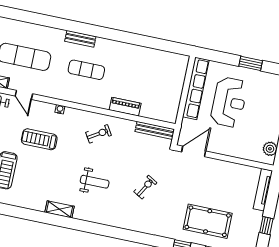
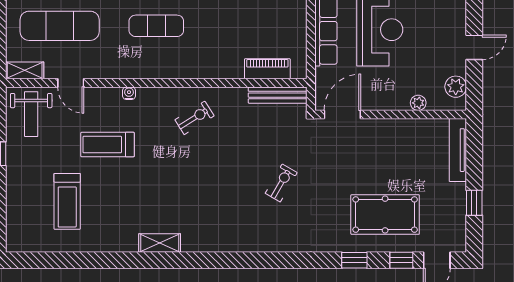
piano: (125, 107) -> (267, 69), moved
plant: (244, 154) -> (418, 103), added
weight bench: (95, 182) -> (204, 191), removed

